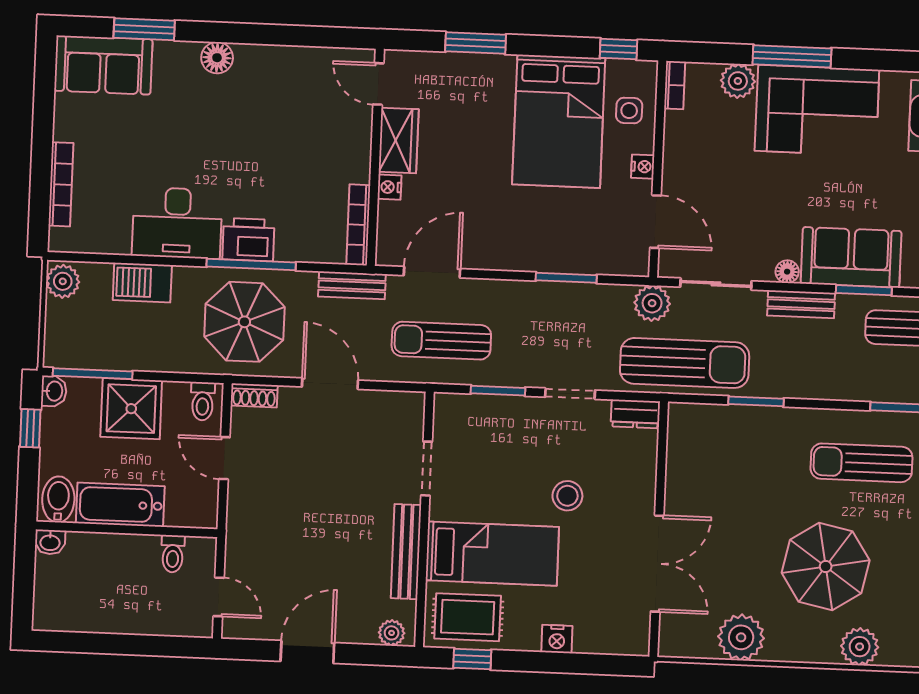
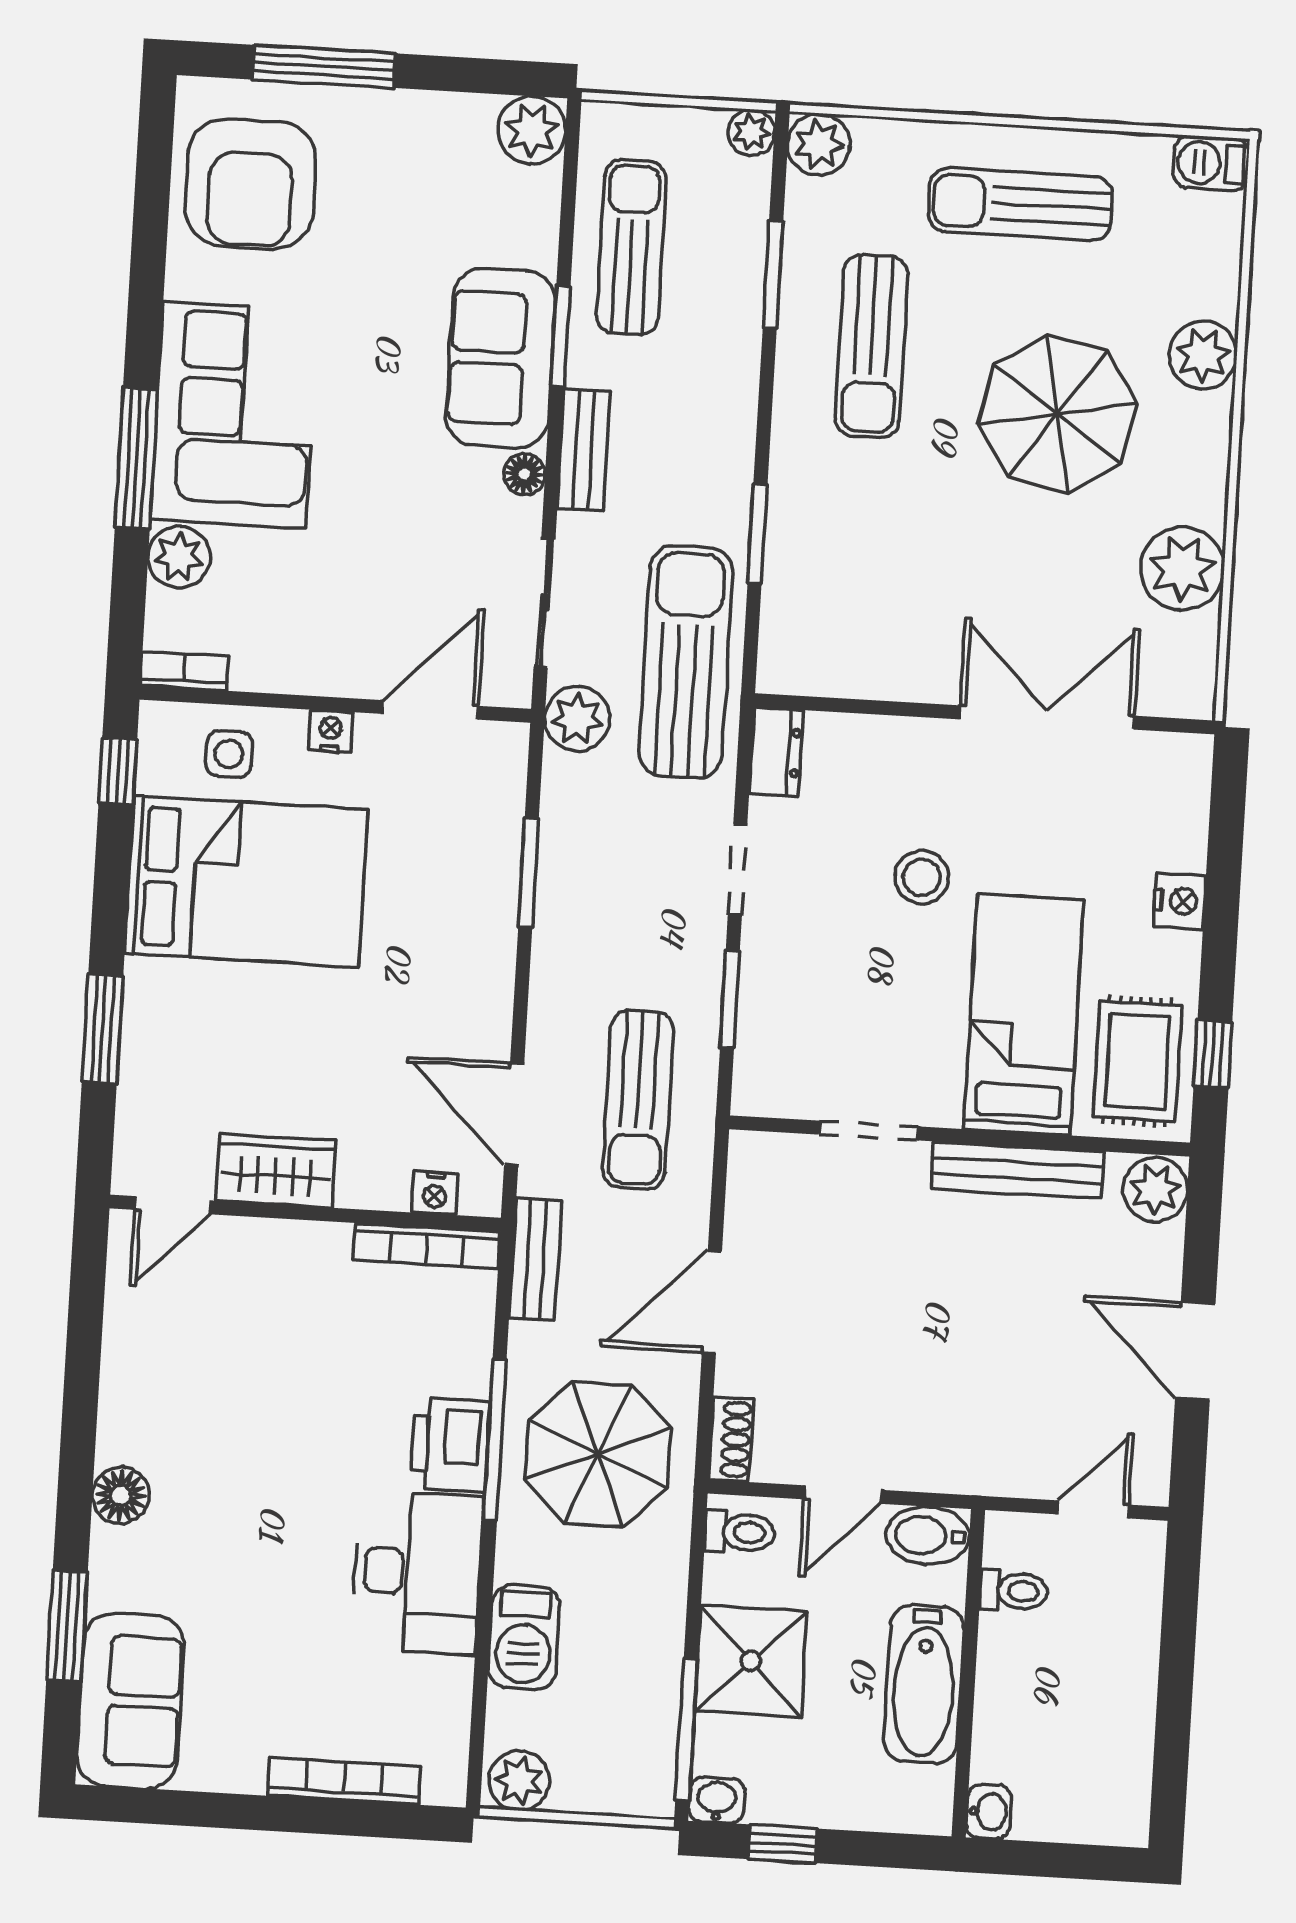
nightstand: (389, 187) -> (435, 1193), moved
bidet: (58, 499) -> (928, 1536), moved
plant: (392, 633) -> (1155, 1189), width x1.38, depth x1.38

